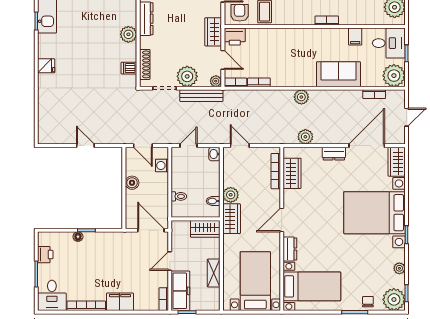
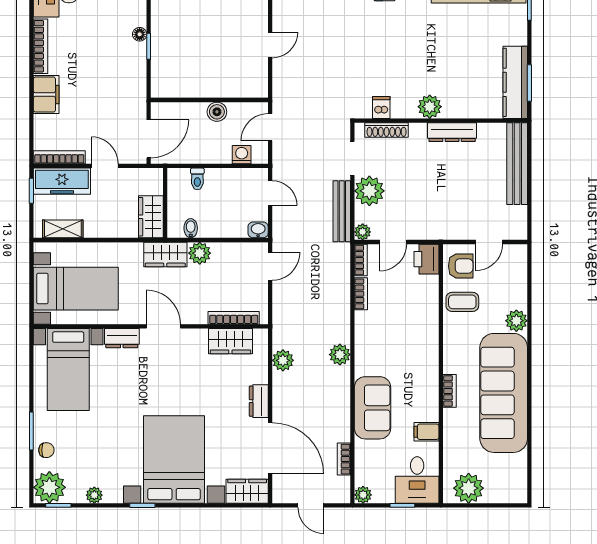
wardrobe: (213, 32) -> (433, 228), removed
plant: (394, 76) -> (363, 495), width x0.53, depth x0.53
shelving: (214, 273) -> (63, 229), moved
bookcase: (164, 299) -> (59, 157), width x1.56

